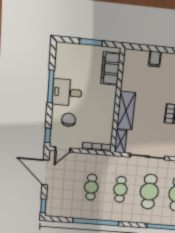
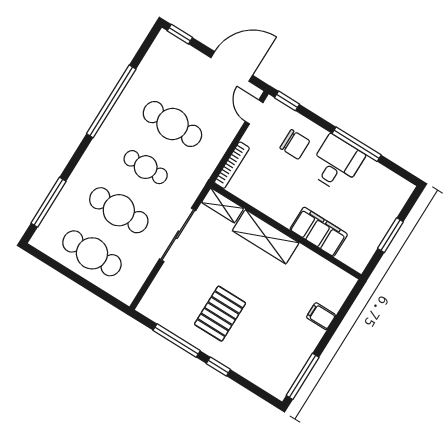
filing cabinet: (111, 68) -> (319, 232), moved
cafe table: (91, 187) -> (172, 124), width x1.37, depth x1.35

